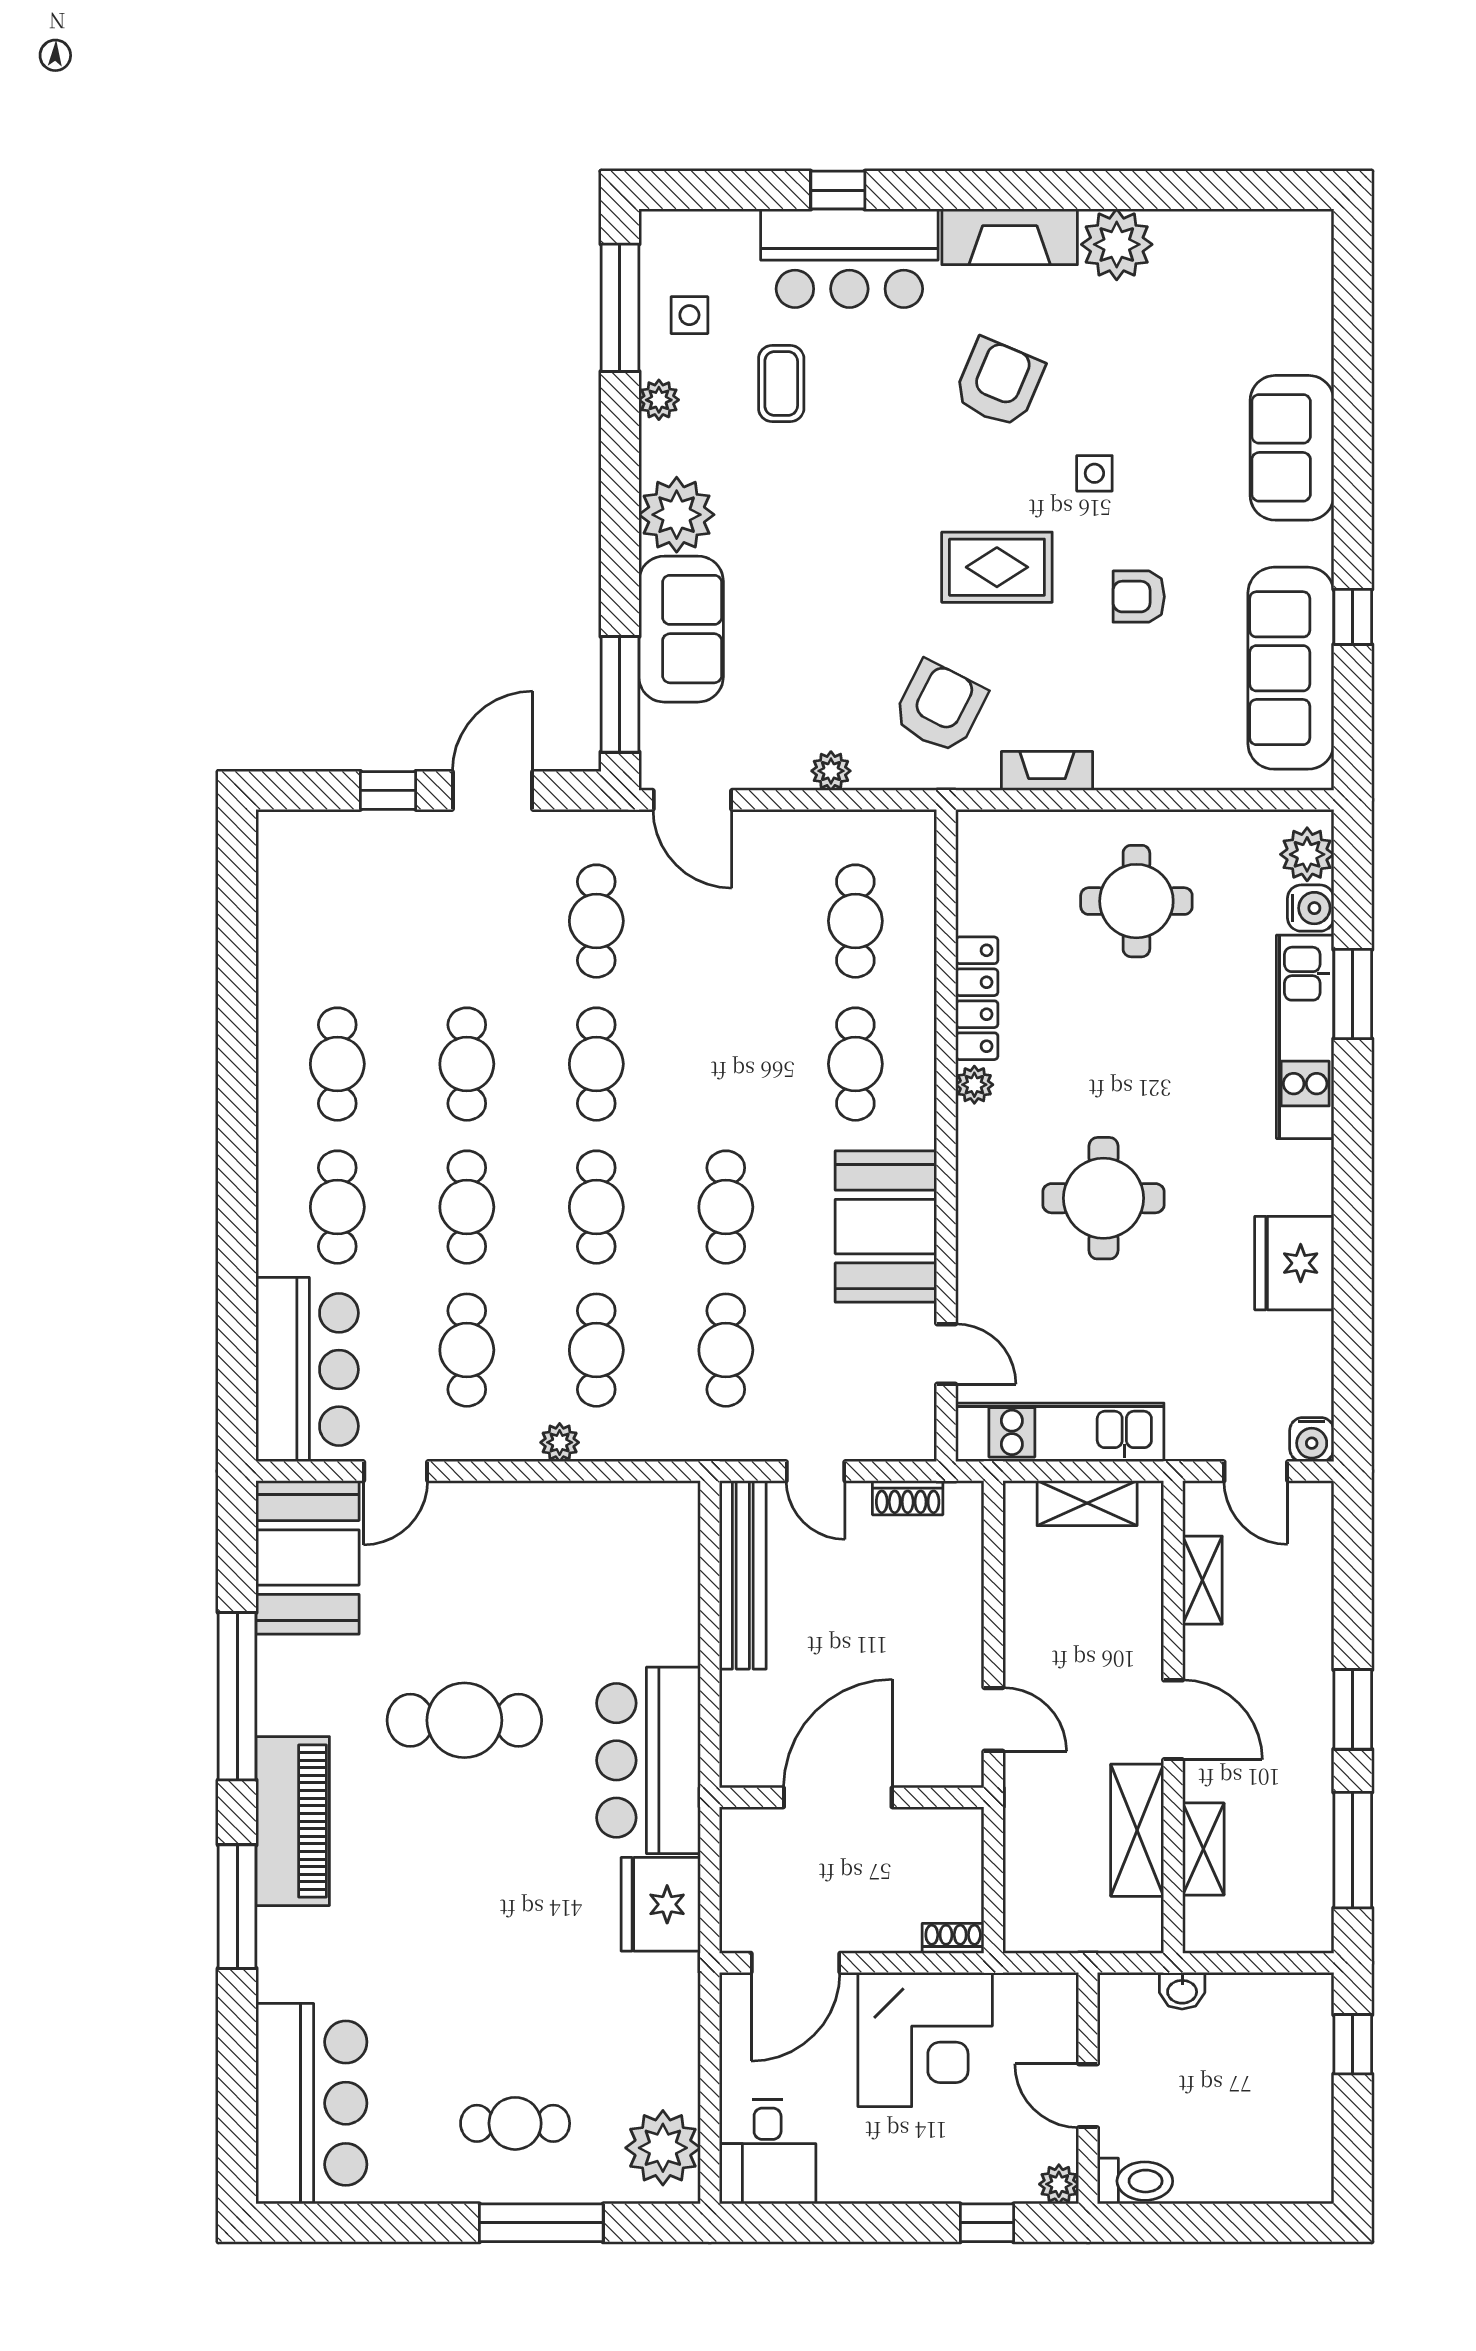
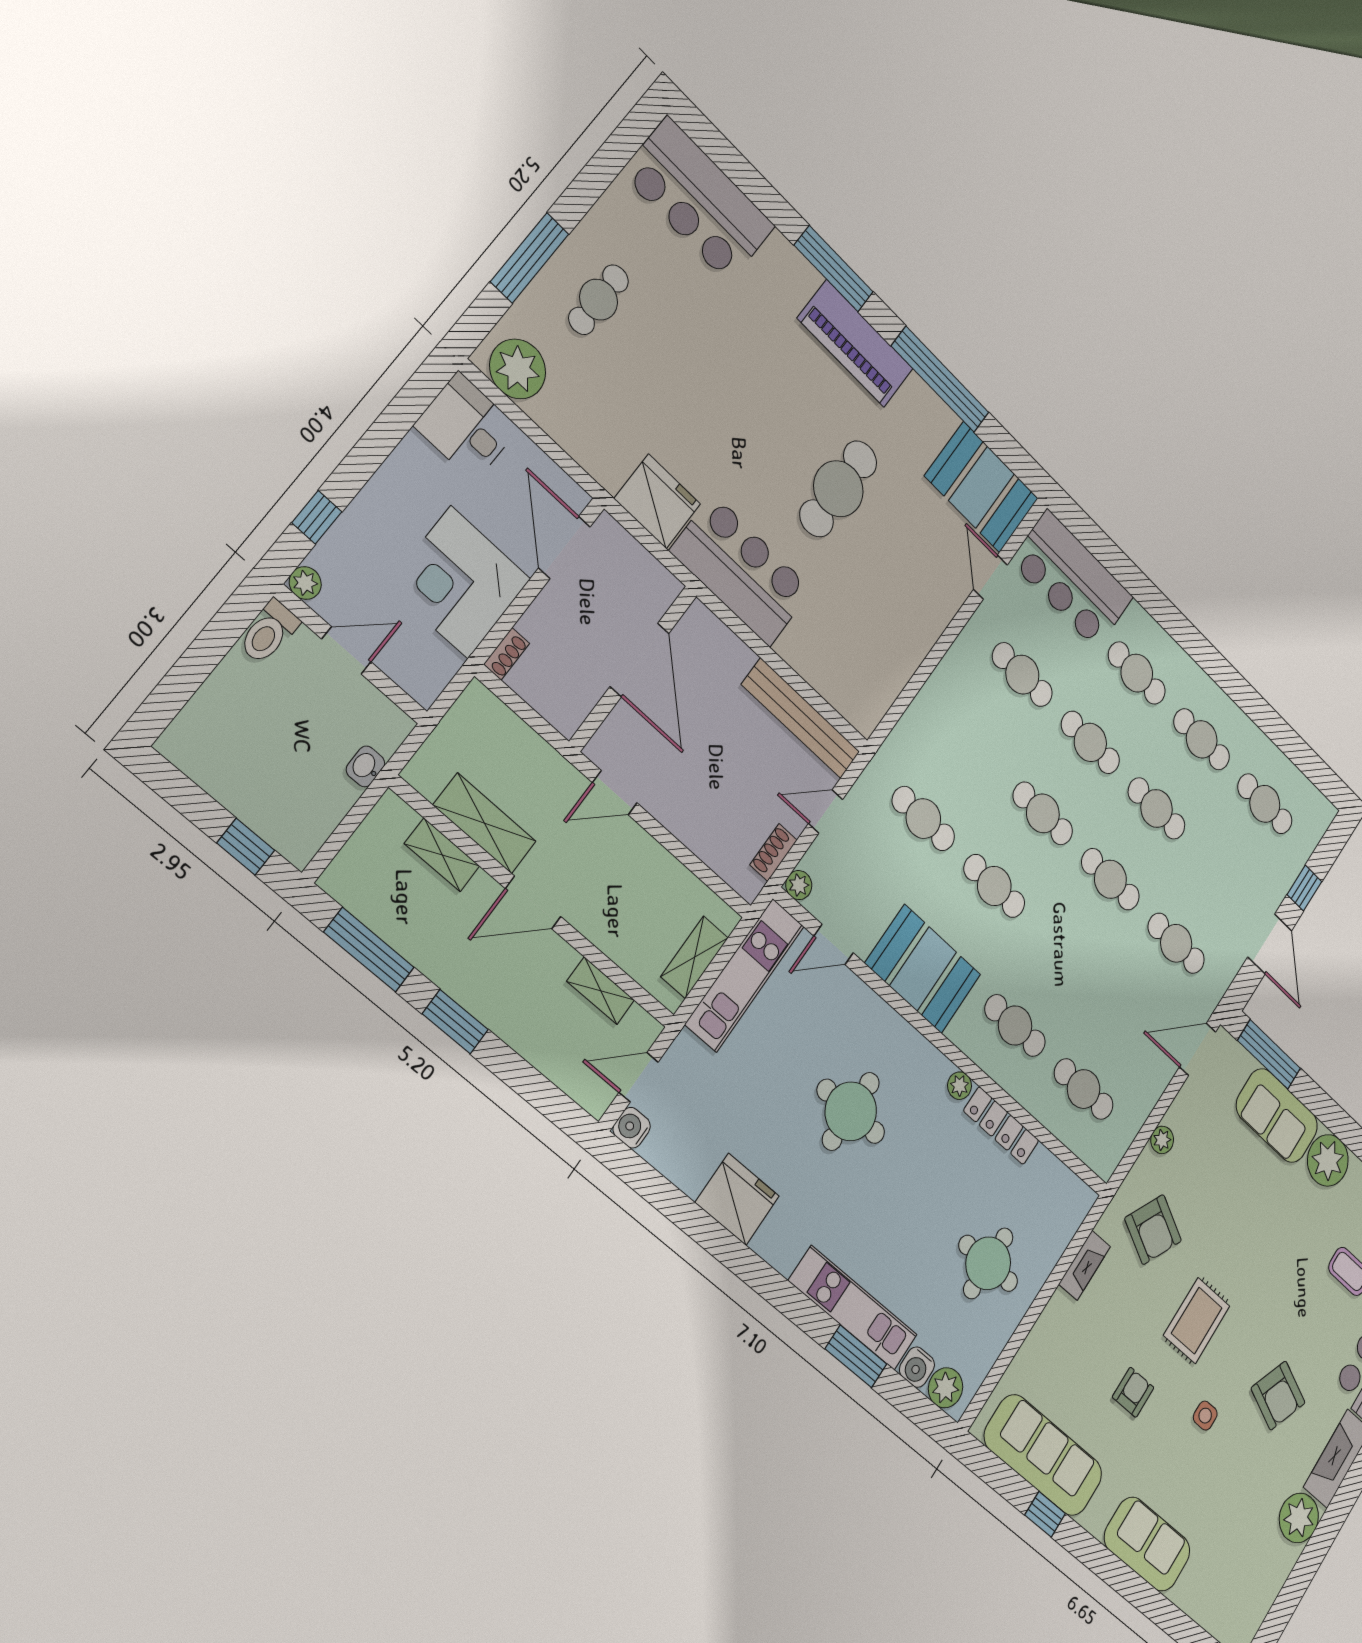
cafe table: (596, 1350) -> (1265, 804), moved
plant: (560, 1442) -> (799, 885), moved

